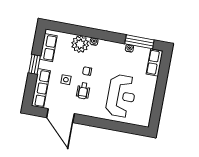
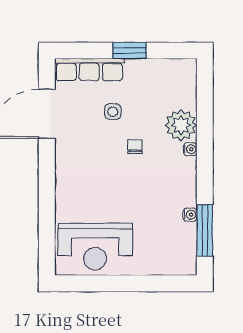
row of seats: (48, 48) -> (164, 70), removed
row of seats: (155, 63) -> (173, 264), removed
wheelchair: (83, 91) -> (99, 146), removed
reception desk: (121, 96) -> (95, 247), moved

